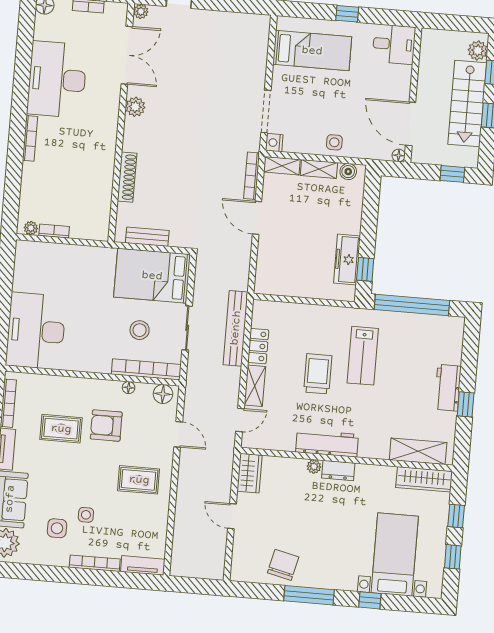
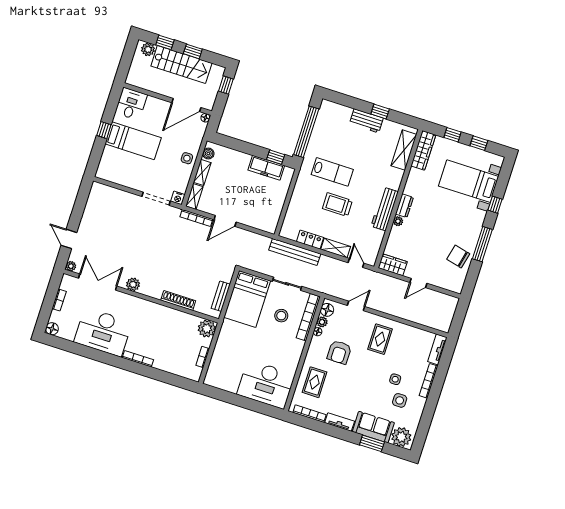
bed: (312, 51) -> (133, 141), moved, turned 90
plant: (31, 228) -> (207, 329), moved, width x1.88, depth x1.88
plant: (144, 391) -> (322, 322), added
rug: (61, 429) -> (315, 382), moved

